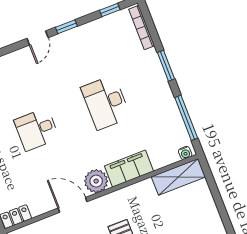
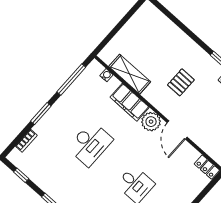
bookcase: (142, 27) -> (26, 141), width x0.64
water cooler: (185, 153) -> (106, 75), moved
shelving: (178, 177) -> (130, 74), moved

